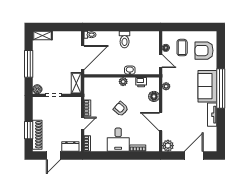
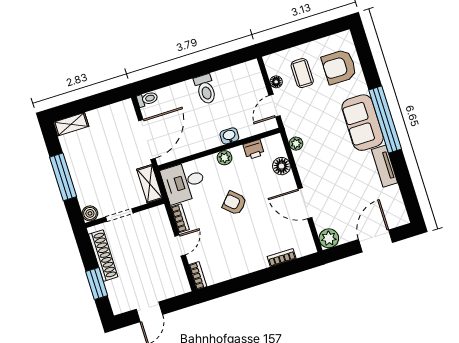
door: (161, 61) -> (274, 106), swing flipped
shoe rack: (37, 135) -> (103, 256), moved
desk: (118, 140) -> (184, 182), moved, turned 90
dresser: (70, 146) -> (172, 289), removed

